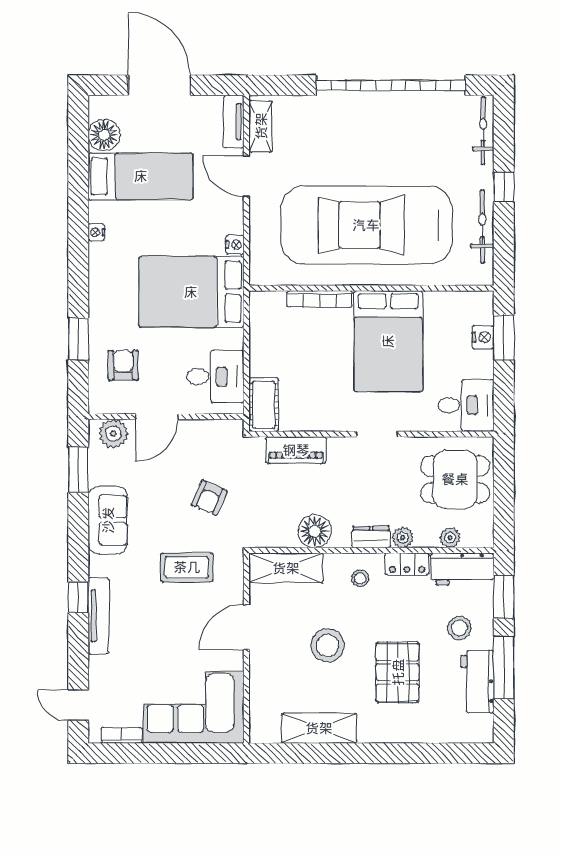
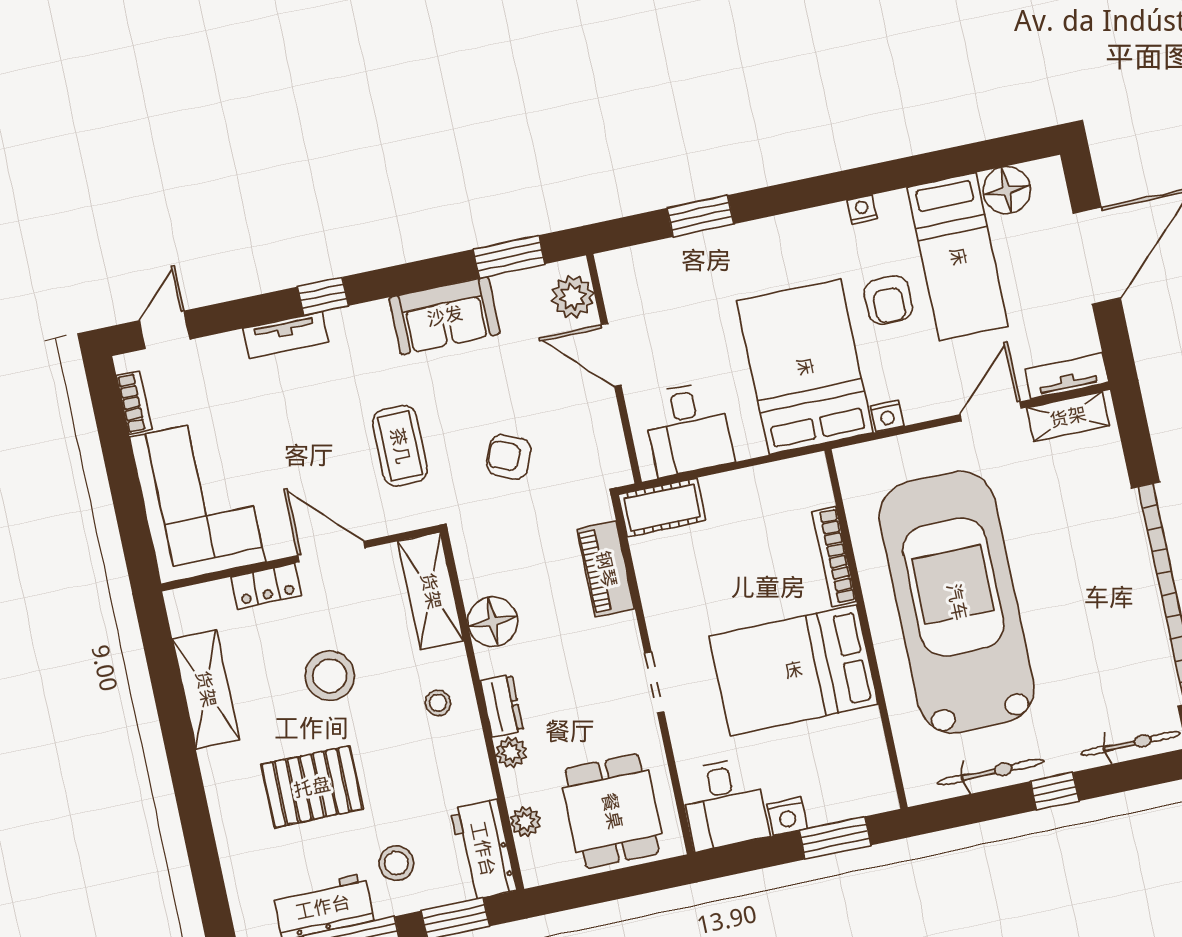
nightstand: (483, 337) -> (787, 816), moved
armchair: (123, 365) -> (888, 300), moved, turned 90
locker: (407, 564) -> (266, 586), moved, turned -90
tv unit: (98, 616) -> (286, 335), width x0.71

